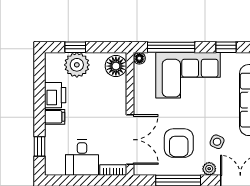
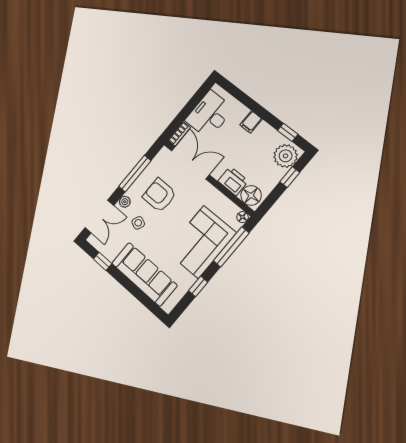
plant: (77, 65) -> (286, 156), moved
printer: (55, 95) -> (233, 181), moved, turned 180
double door: (130, 140) -> (190, 163), swing flipped
window: (39, 146) -> (288, 132), moved
desk: (82, 158) -> (210, 114), width x1.37

